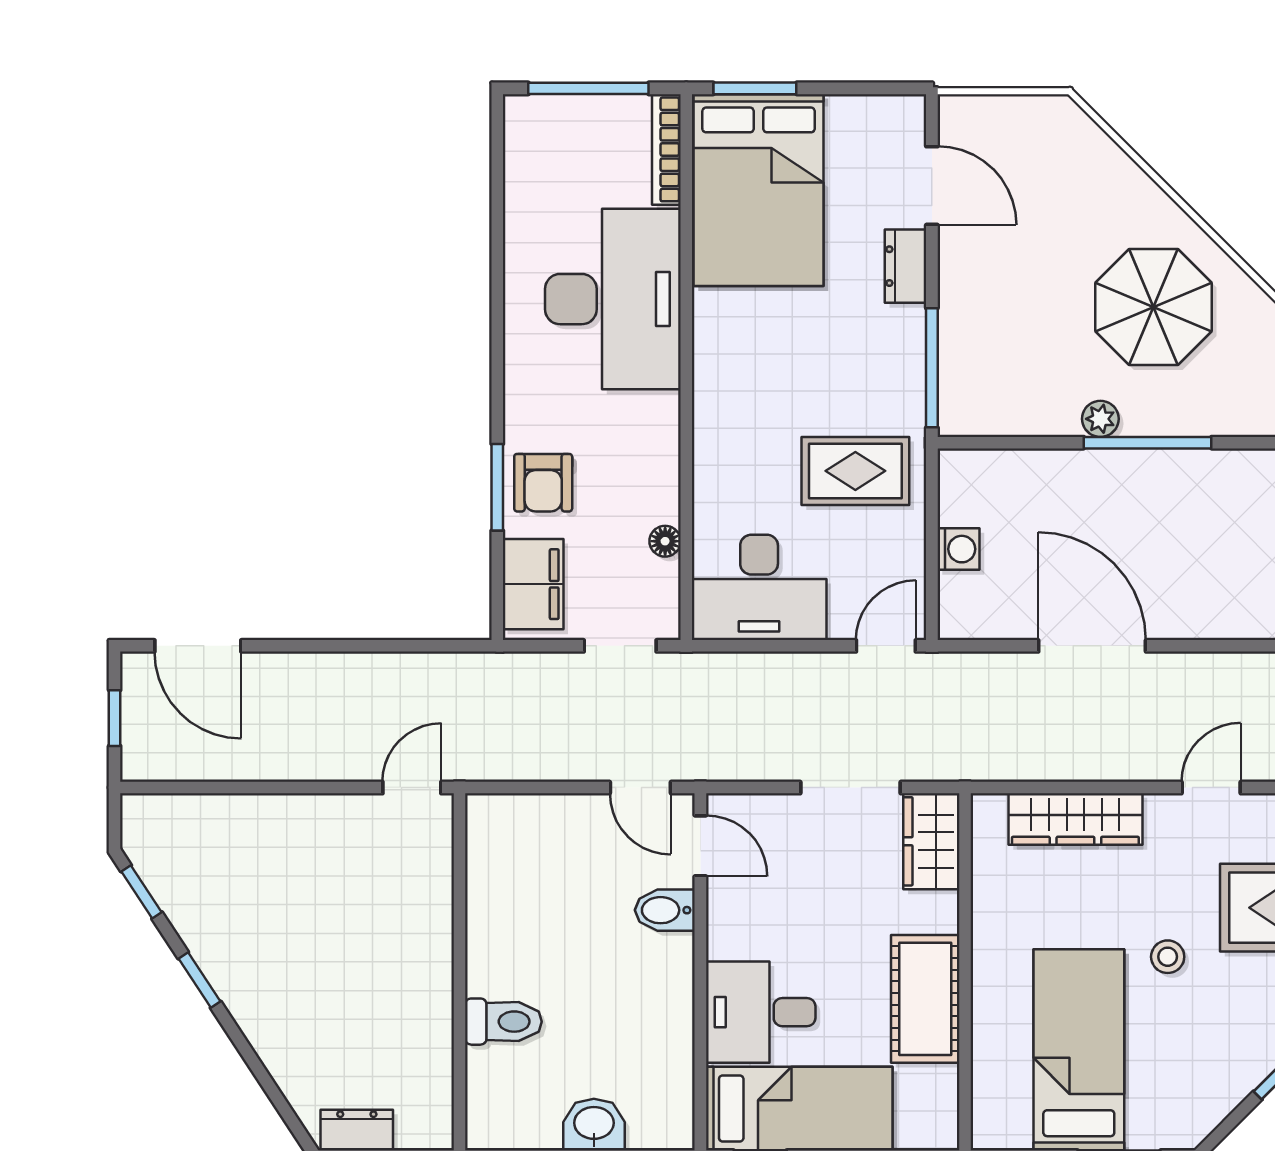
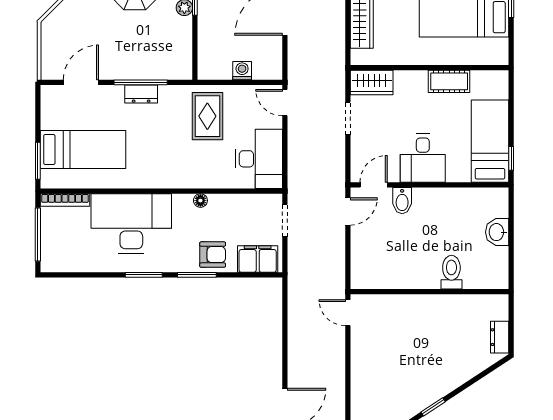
bed: (759, 190) -> (83, 150), width x0.67
dresser: (906, 266) -> (141, 94), moved
window: (497, 327) -> (144, 275), added
window: (932, 368) -> (141, 82), moved
window: (497, 487) -> (197, 275), moved
floor lamp: (665, 541) -> (200, 201), moved
doorway: (850, 788) -> (348, 118), width x0.73
cot: (925, 999) -> (449, 81), width x0.73, depth x0.75
desk: (761, 1012) -> (423, 158), moved

